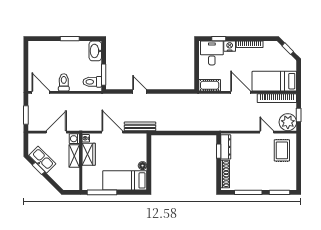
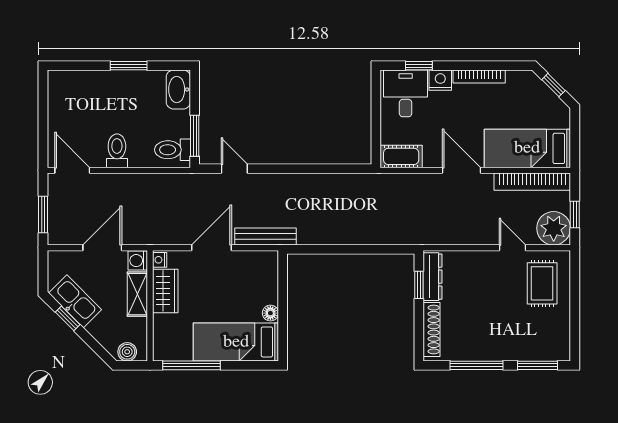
door: (140, 92) -> (234, 169), moved
door: (112, 132) -> (212, 248), hinge flipped
boiler: (69, 185) -> (127, 352), added

